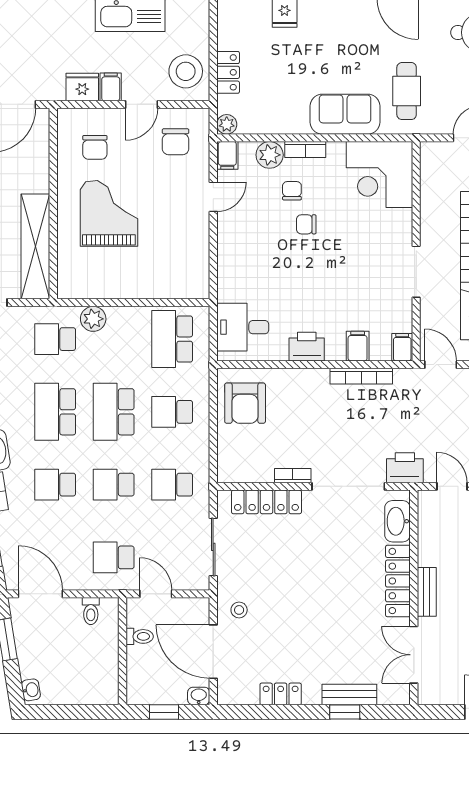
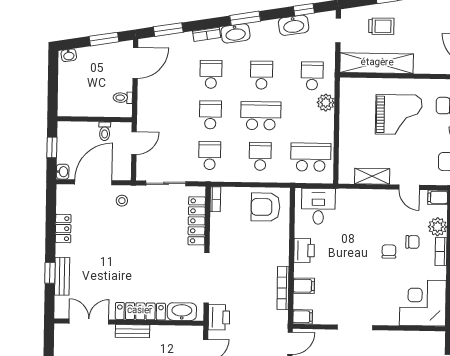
shelving: (198, 250) -> (372, 176), added
school desk: (55, 412) -> (262, 75), width x0.54
bookcase: (293, 476) -> (215, 199), moved
school desk: (114, 557) -> (160, 114), removed

